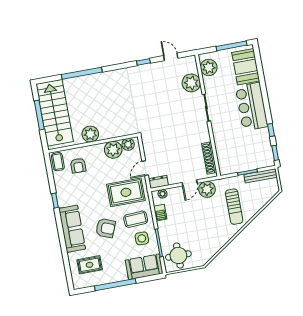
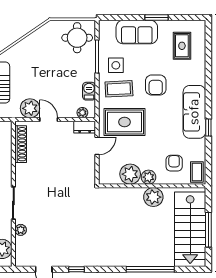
plant: (191, 83) -> (21, 230), width x0.53, depth x0.53
plant: (128, 144) -> (149, 177), moved
door: (190, 183) -> (49, 119), hinge flipped
armchair: (105, 228) -> (156, 85), turned -112
sofa: (72, 229) -> (194, 112), moved
rug: (90, 265) -> (182, 46), turned 90
sofa: (144, 267) -> (137, 32), moved
window: (115, 285) -> (156, 17), width x0.47

